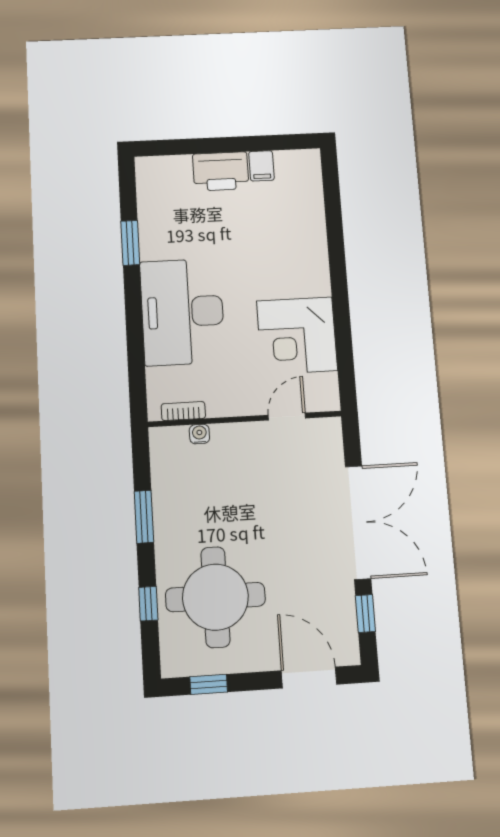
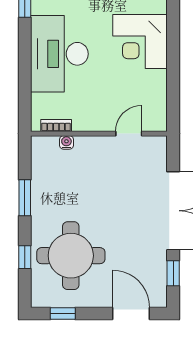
corner desk: (297, 336) -> (140, 41), moved

